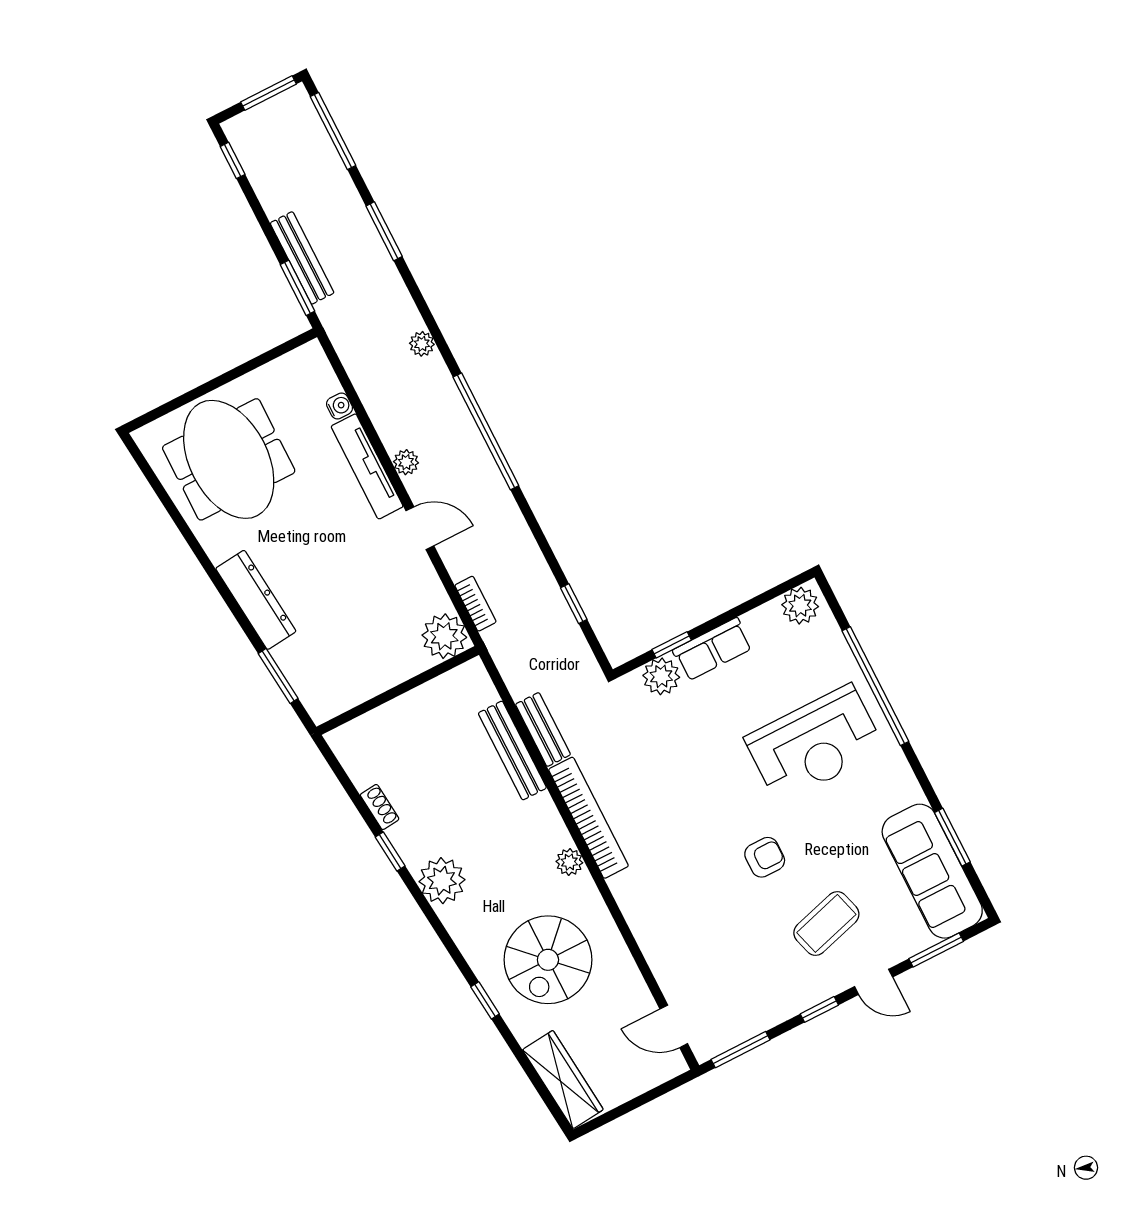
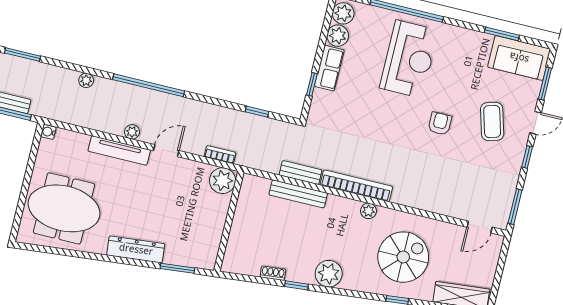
water cooler: (340, 406) -> (48, 132), moved, turned -90
plant: (661, 676) -> (338, 36), moved
sofa: (932, 871) -> (519, 58), width x0.73
spiral stairs: (548, 960) -> (403, 257), turned -90

